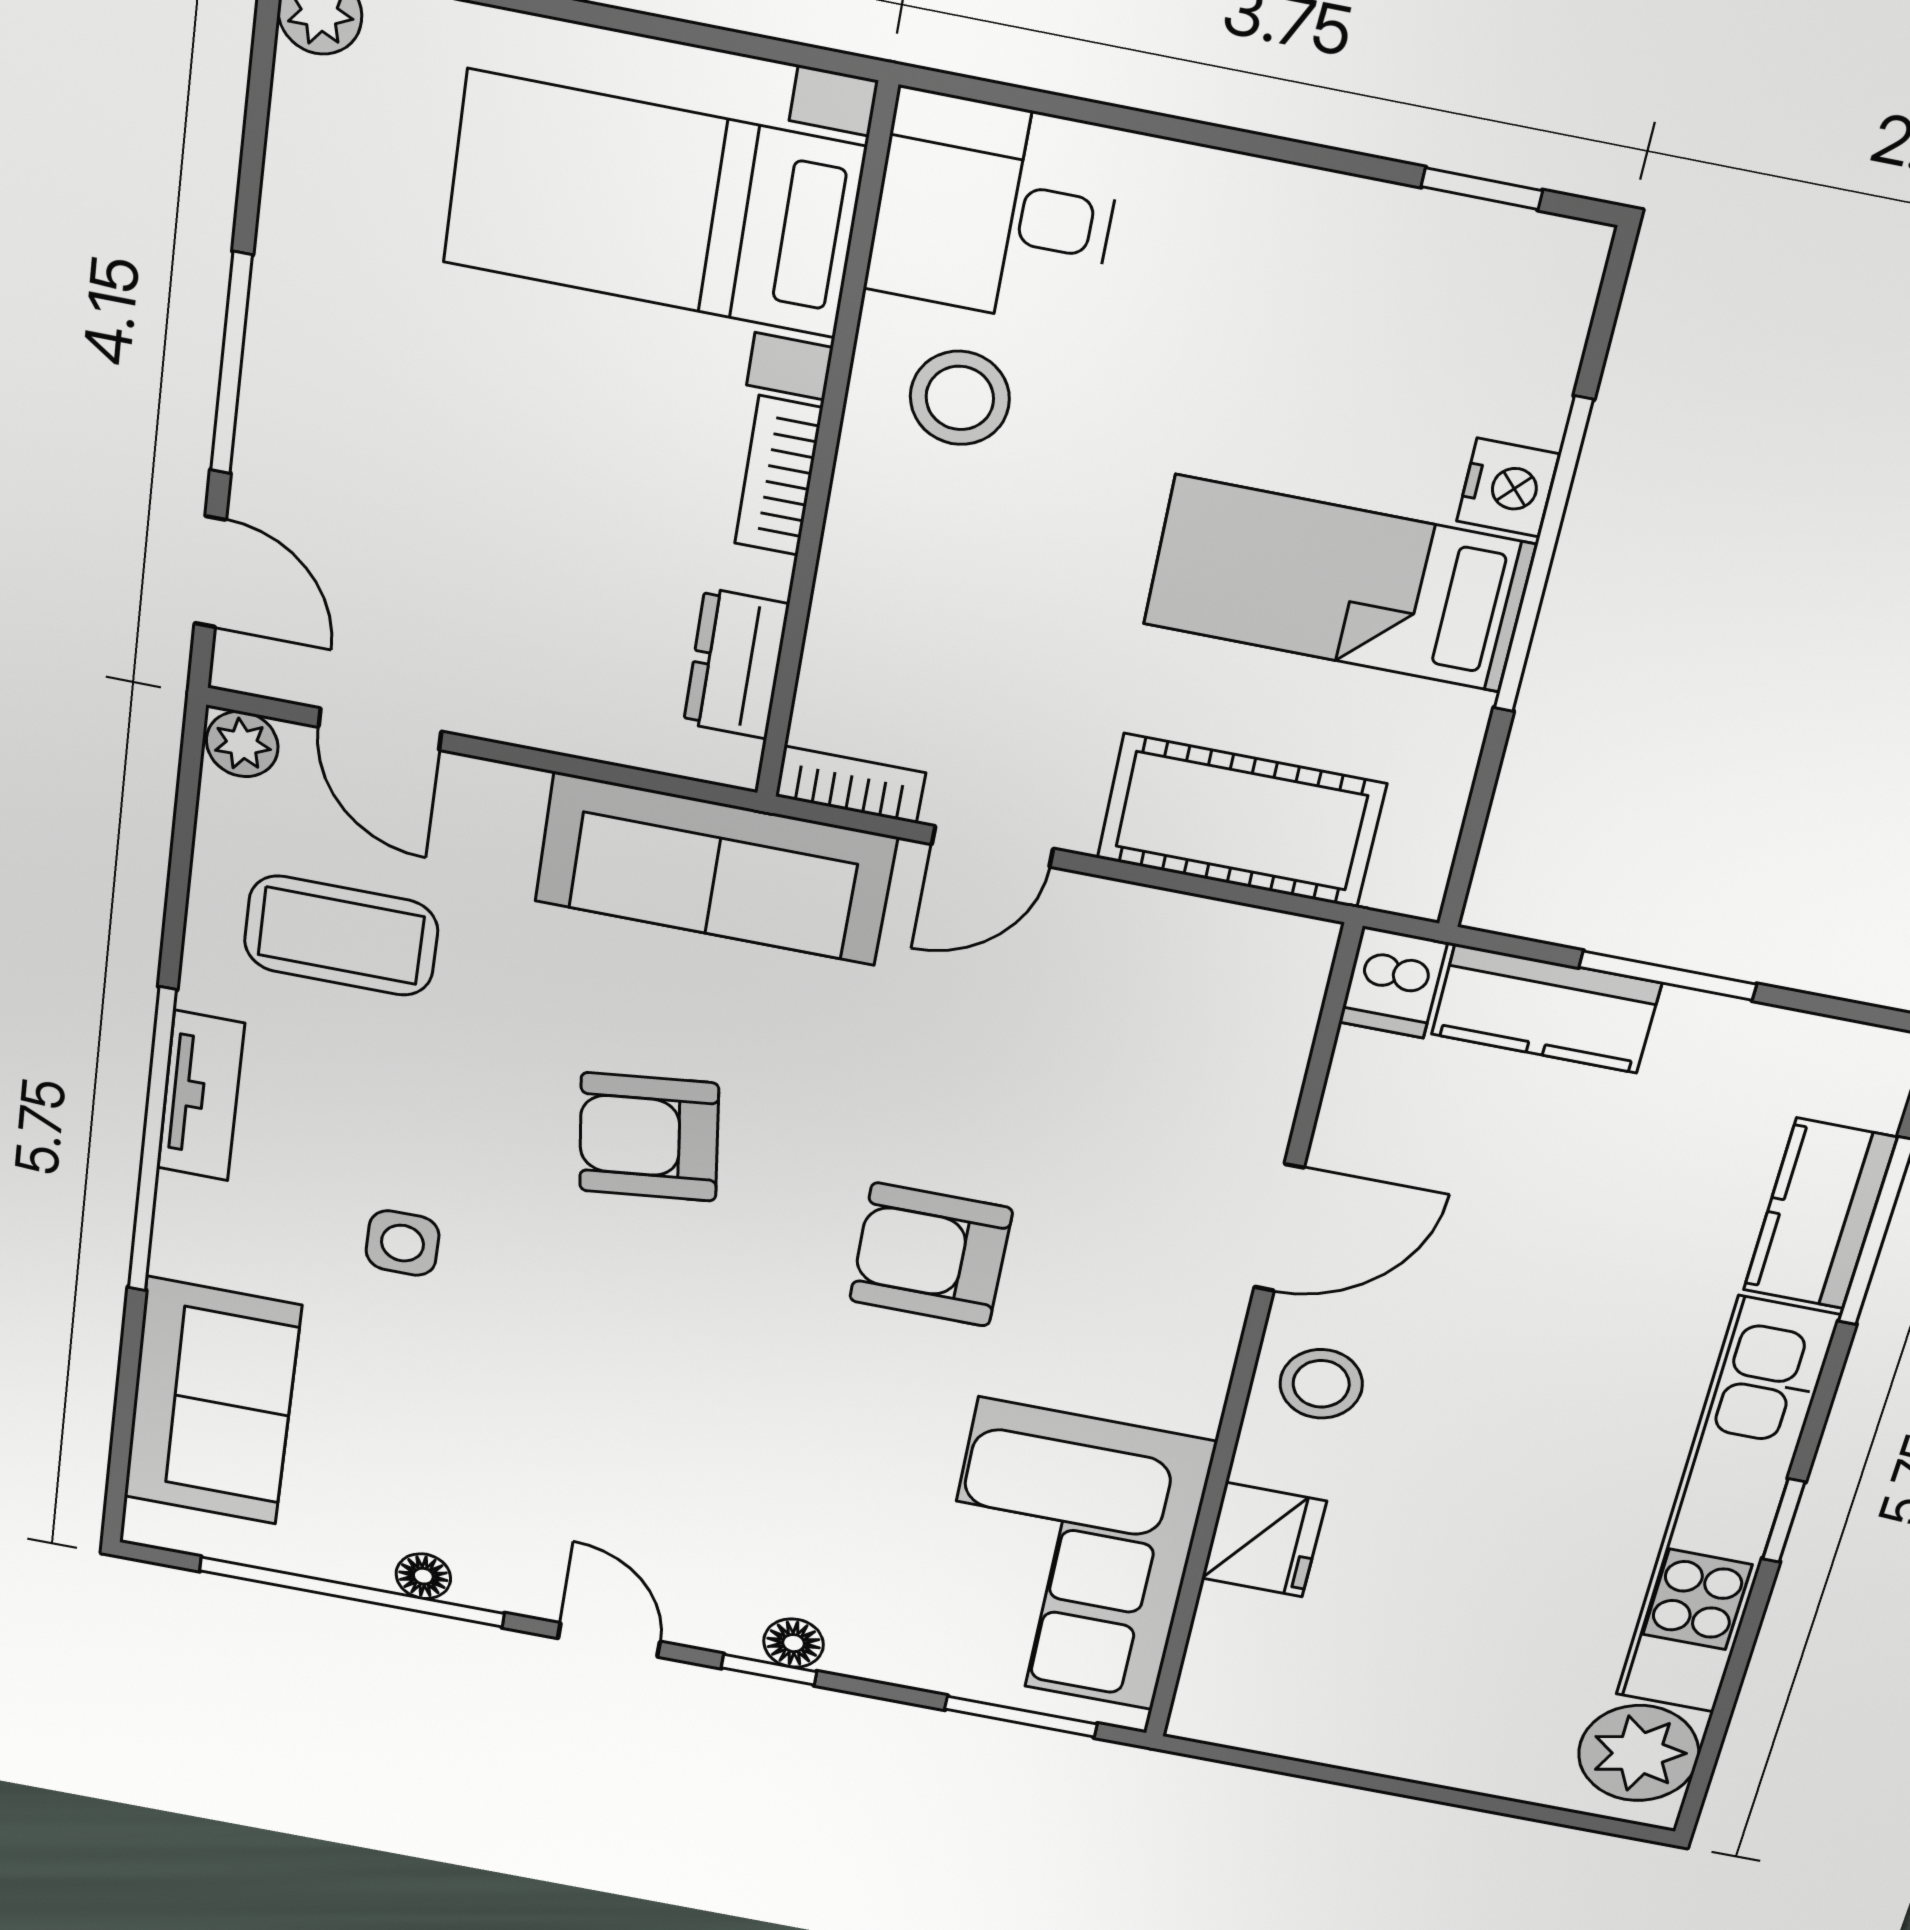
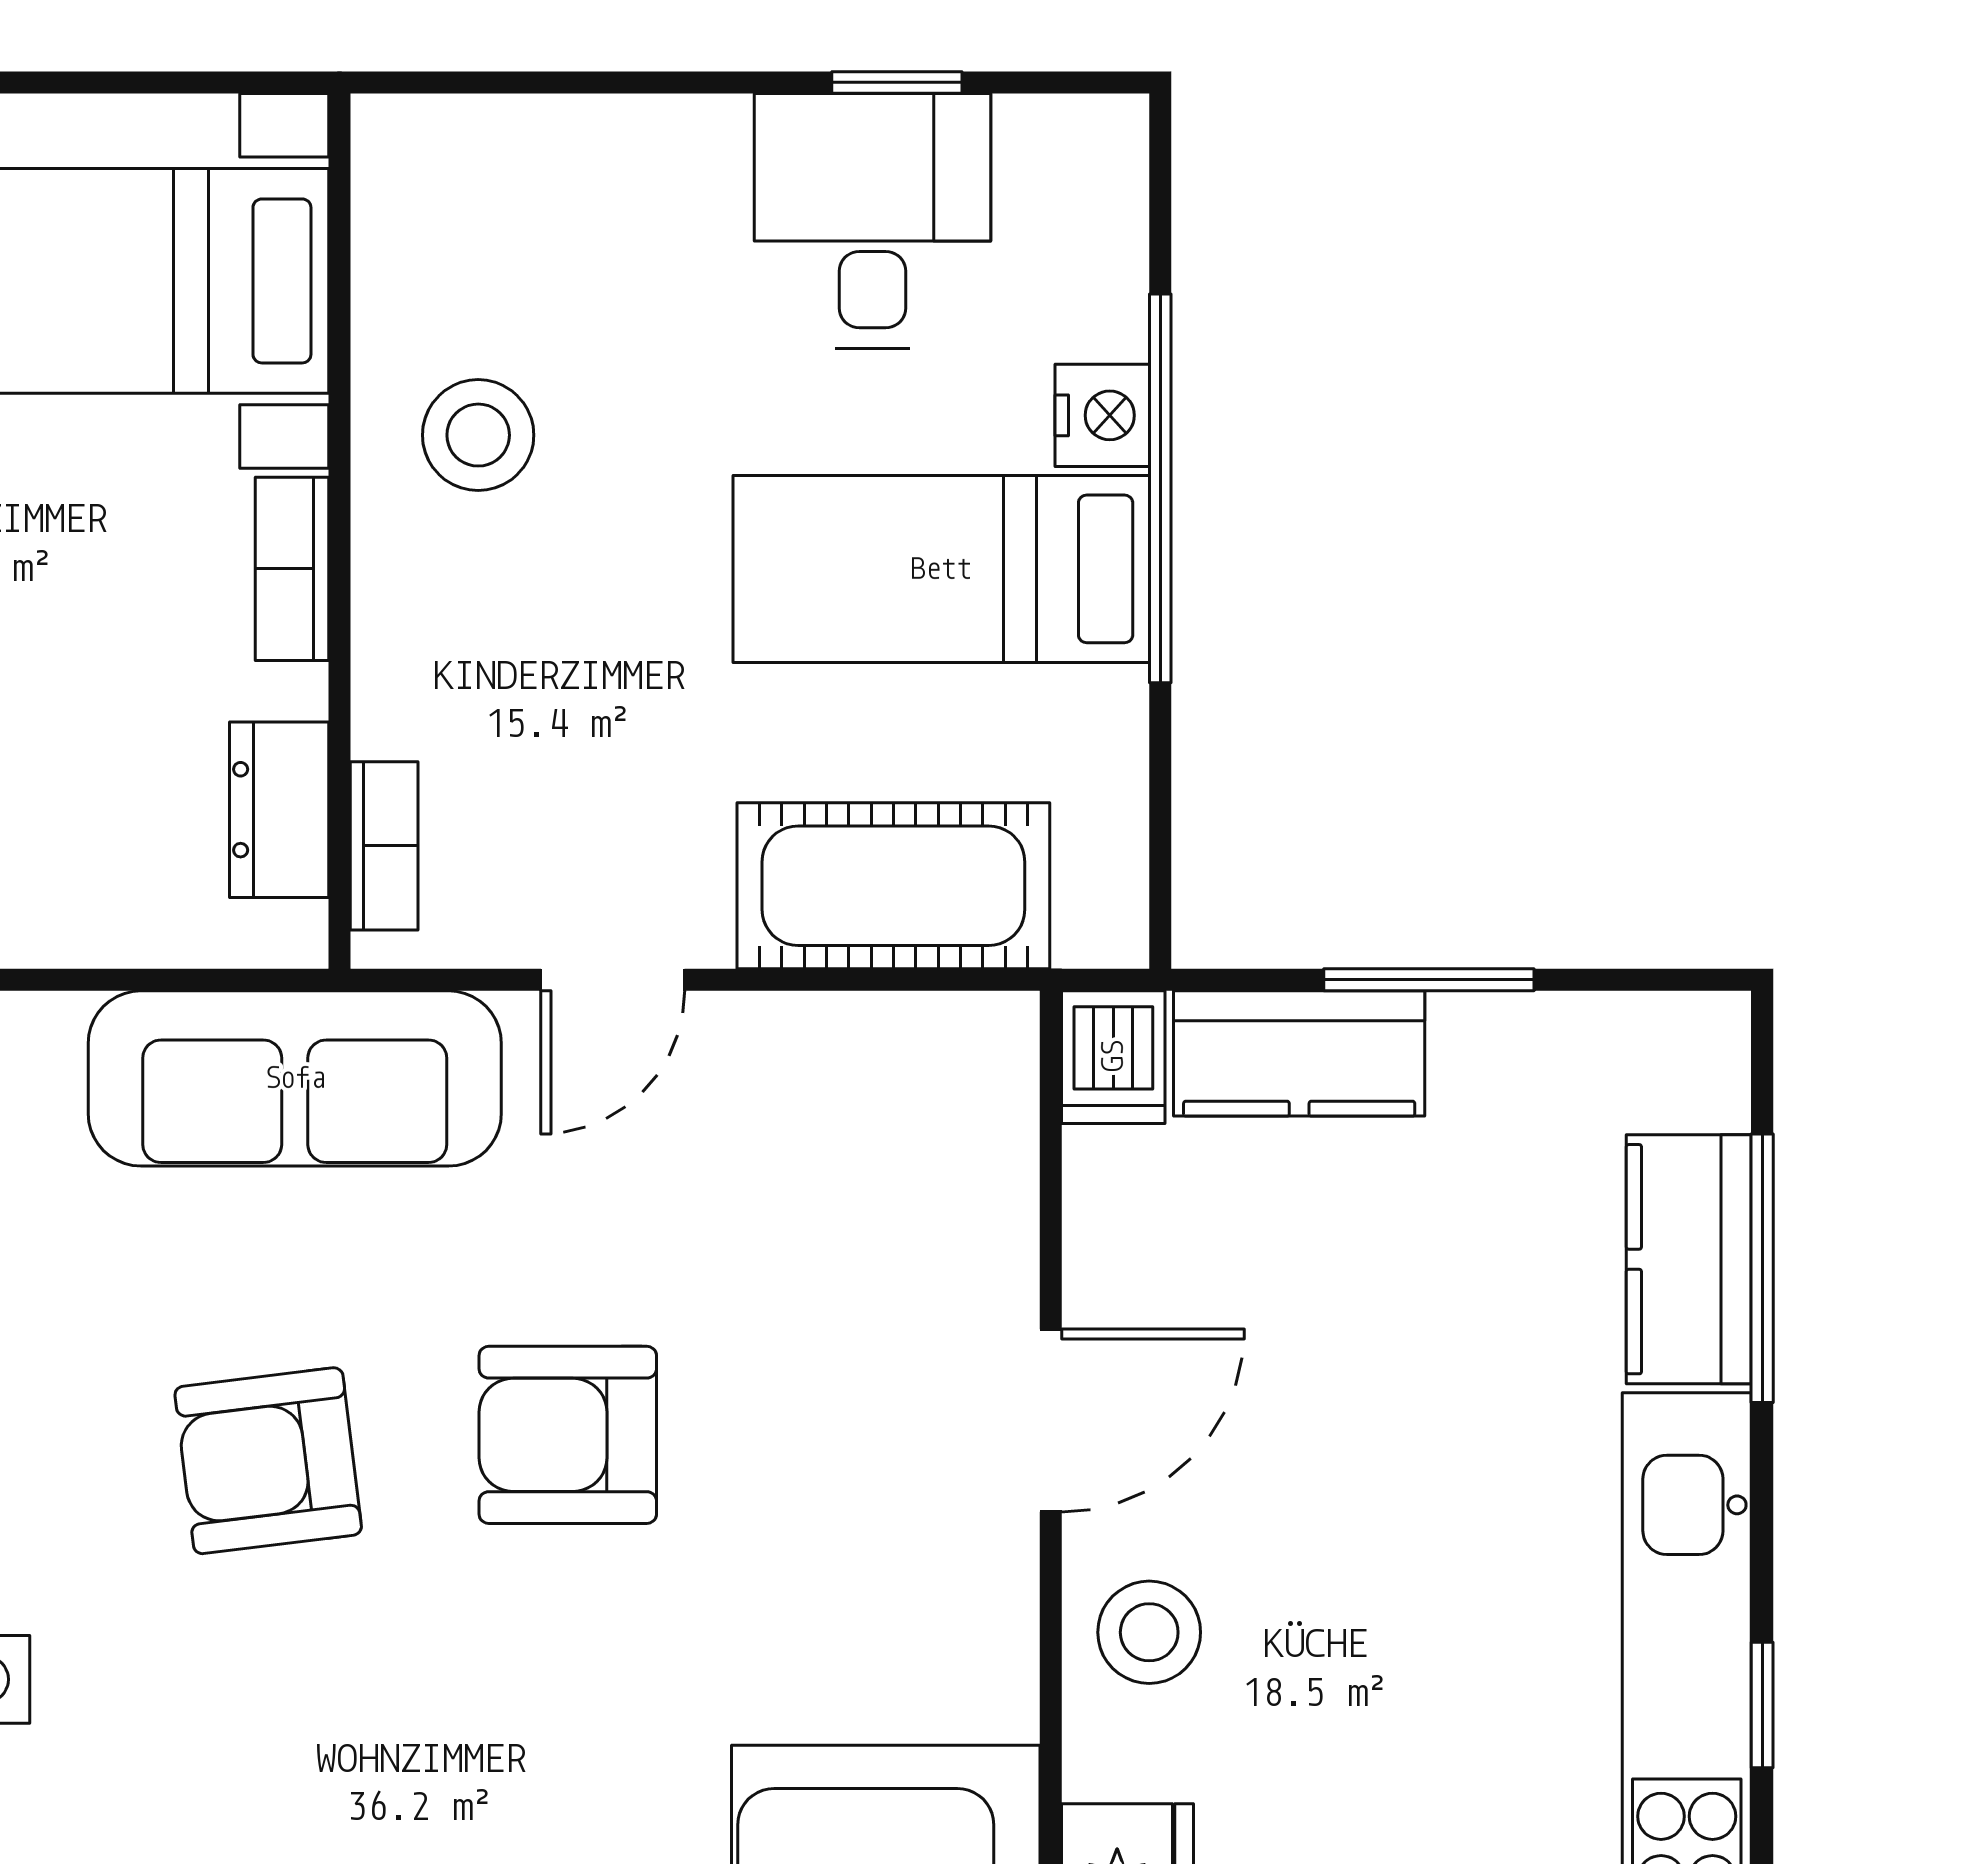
window: (1482, 189) -> (897, 82), moved
desk: (995, 210) -> (873, 221), moved, turned 90
bookcase: (850, 785) -> (384, 846), moved, turned 90
armchair: (931, 1255) -> (568, 1435), moved

